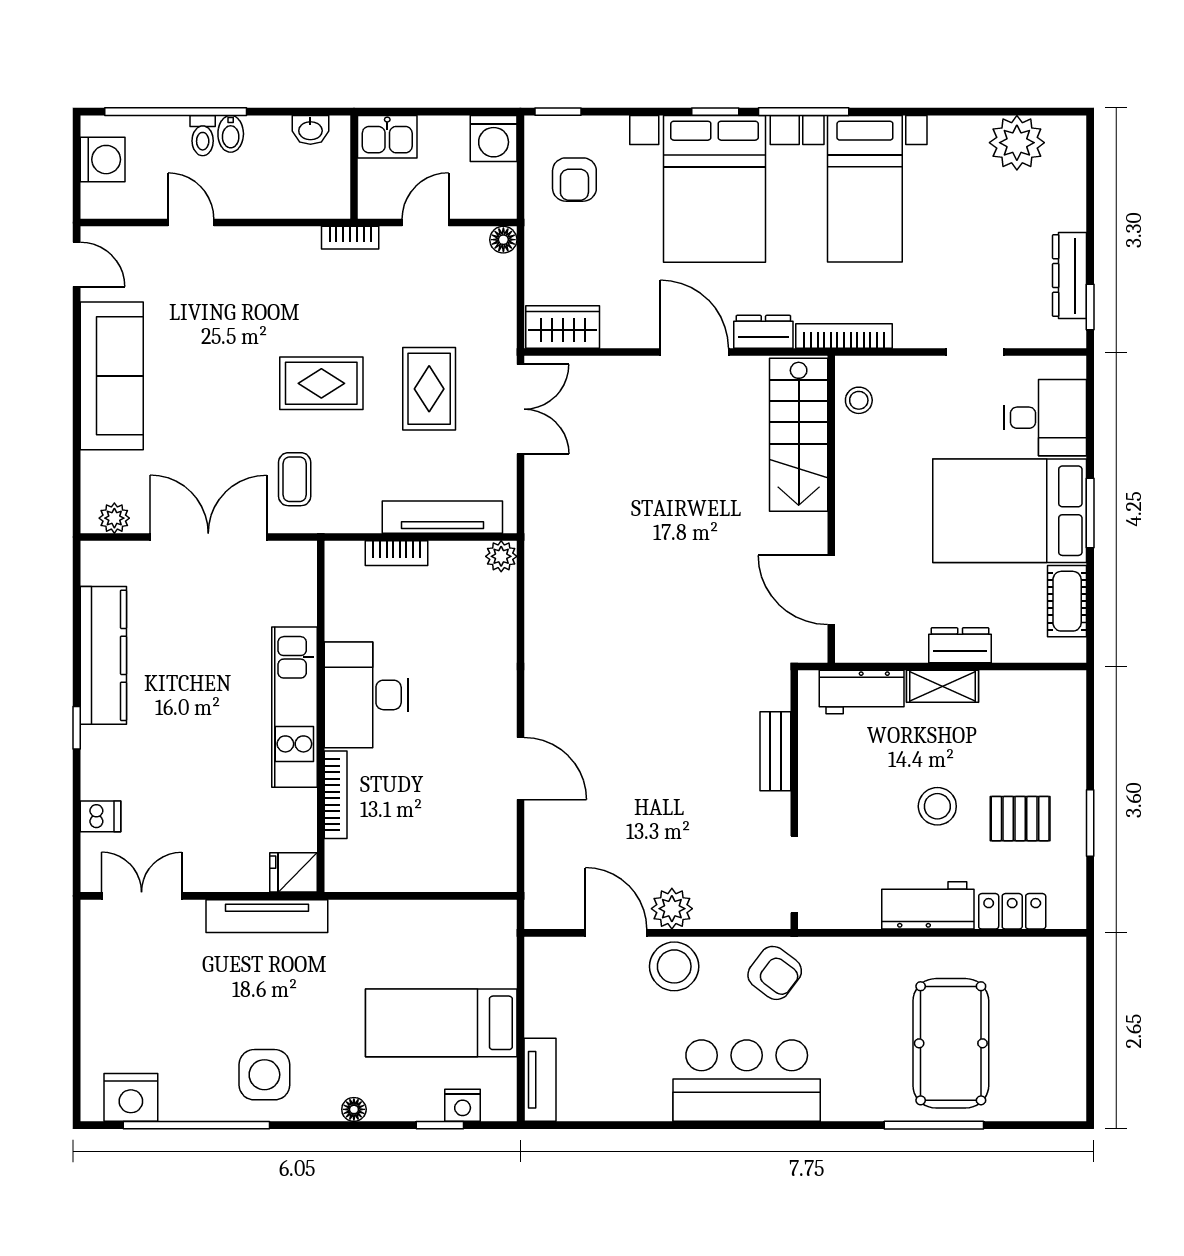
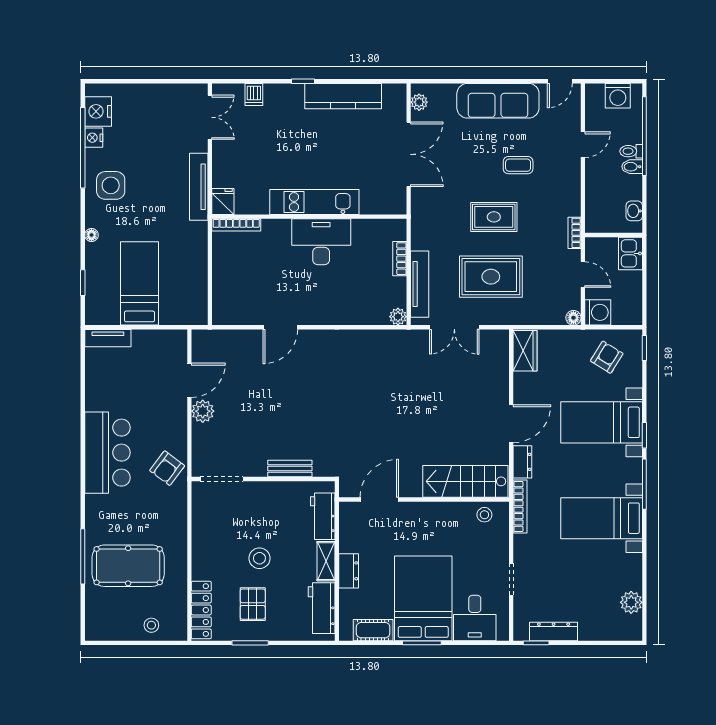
washing machine: (494, 138) -> (598, 312), moved, turned 180
plant: (1017, 143) -> (631, 602), width x0.73, depth x0.73
armchair: (574, 180) -> (607, 357), turned 122
bed with nightstands: (715, 189) -> (602, 422), width x0.73
rug: (321, 383) -> (494, 217), turned 90
rug: (429, 389) -> (491, 277), width x1.36, depth x1.43
double door: (520, 409) -> (454, 327), moved
coffee table: (295, 479) -> (518, 165), moved
bookcase: (336, 795) -> (236, 225), moved
workbench: (928, 905) -> (322, 608), moved, turned 180
locker: (1012, 911) -> (201, 610), width x1.53
stool: (674, 966) -> (151, 625), moved, width x0.53, depth x0.53
nightstand: (463, 1105) -> (94, 138), moved

